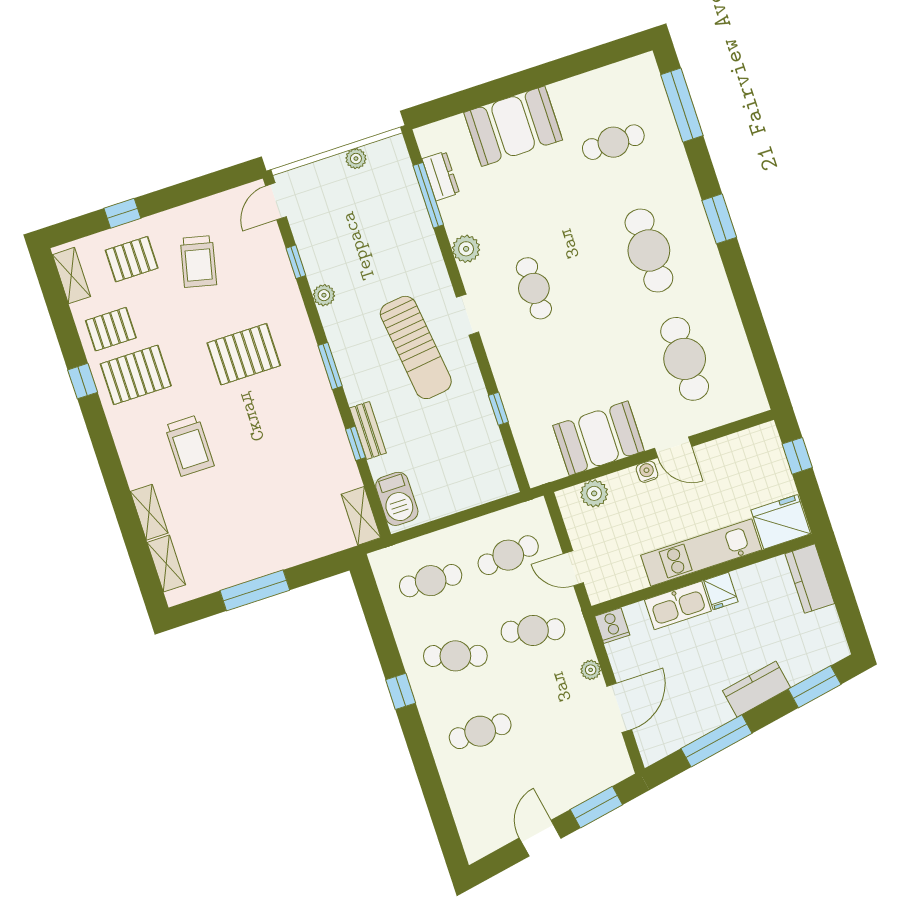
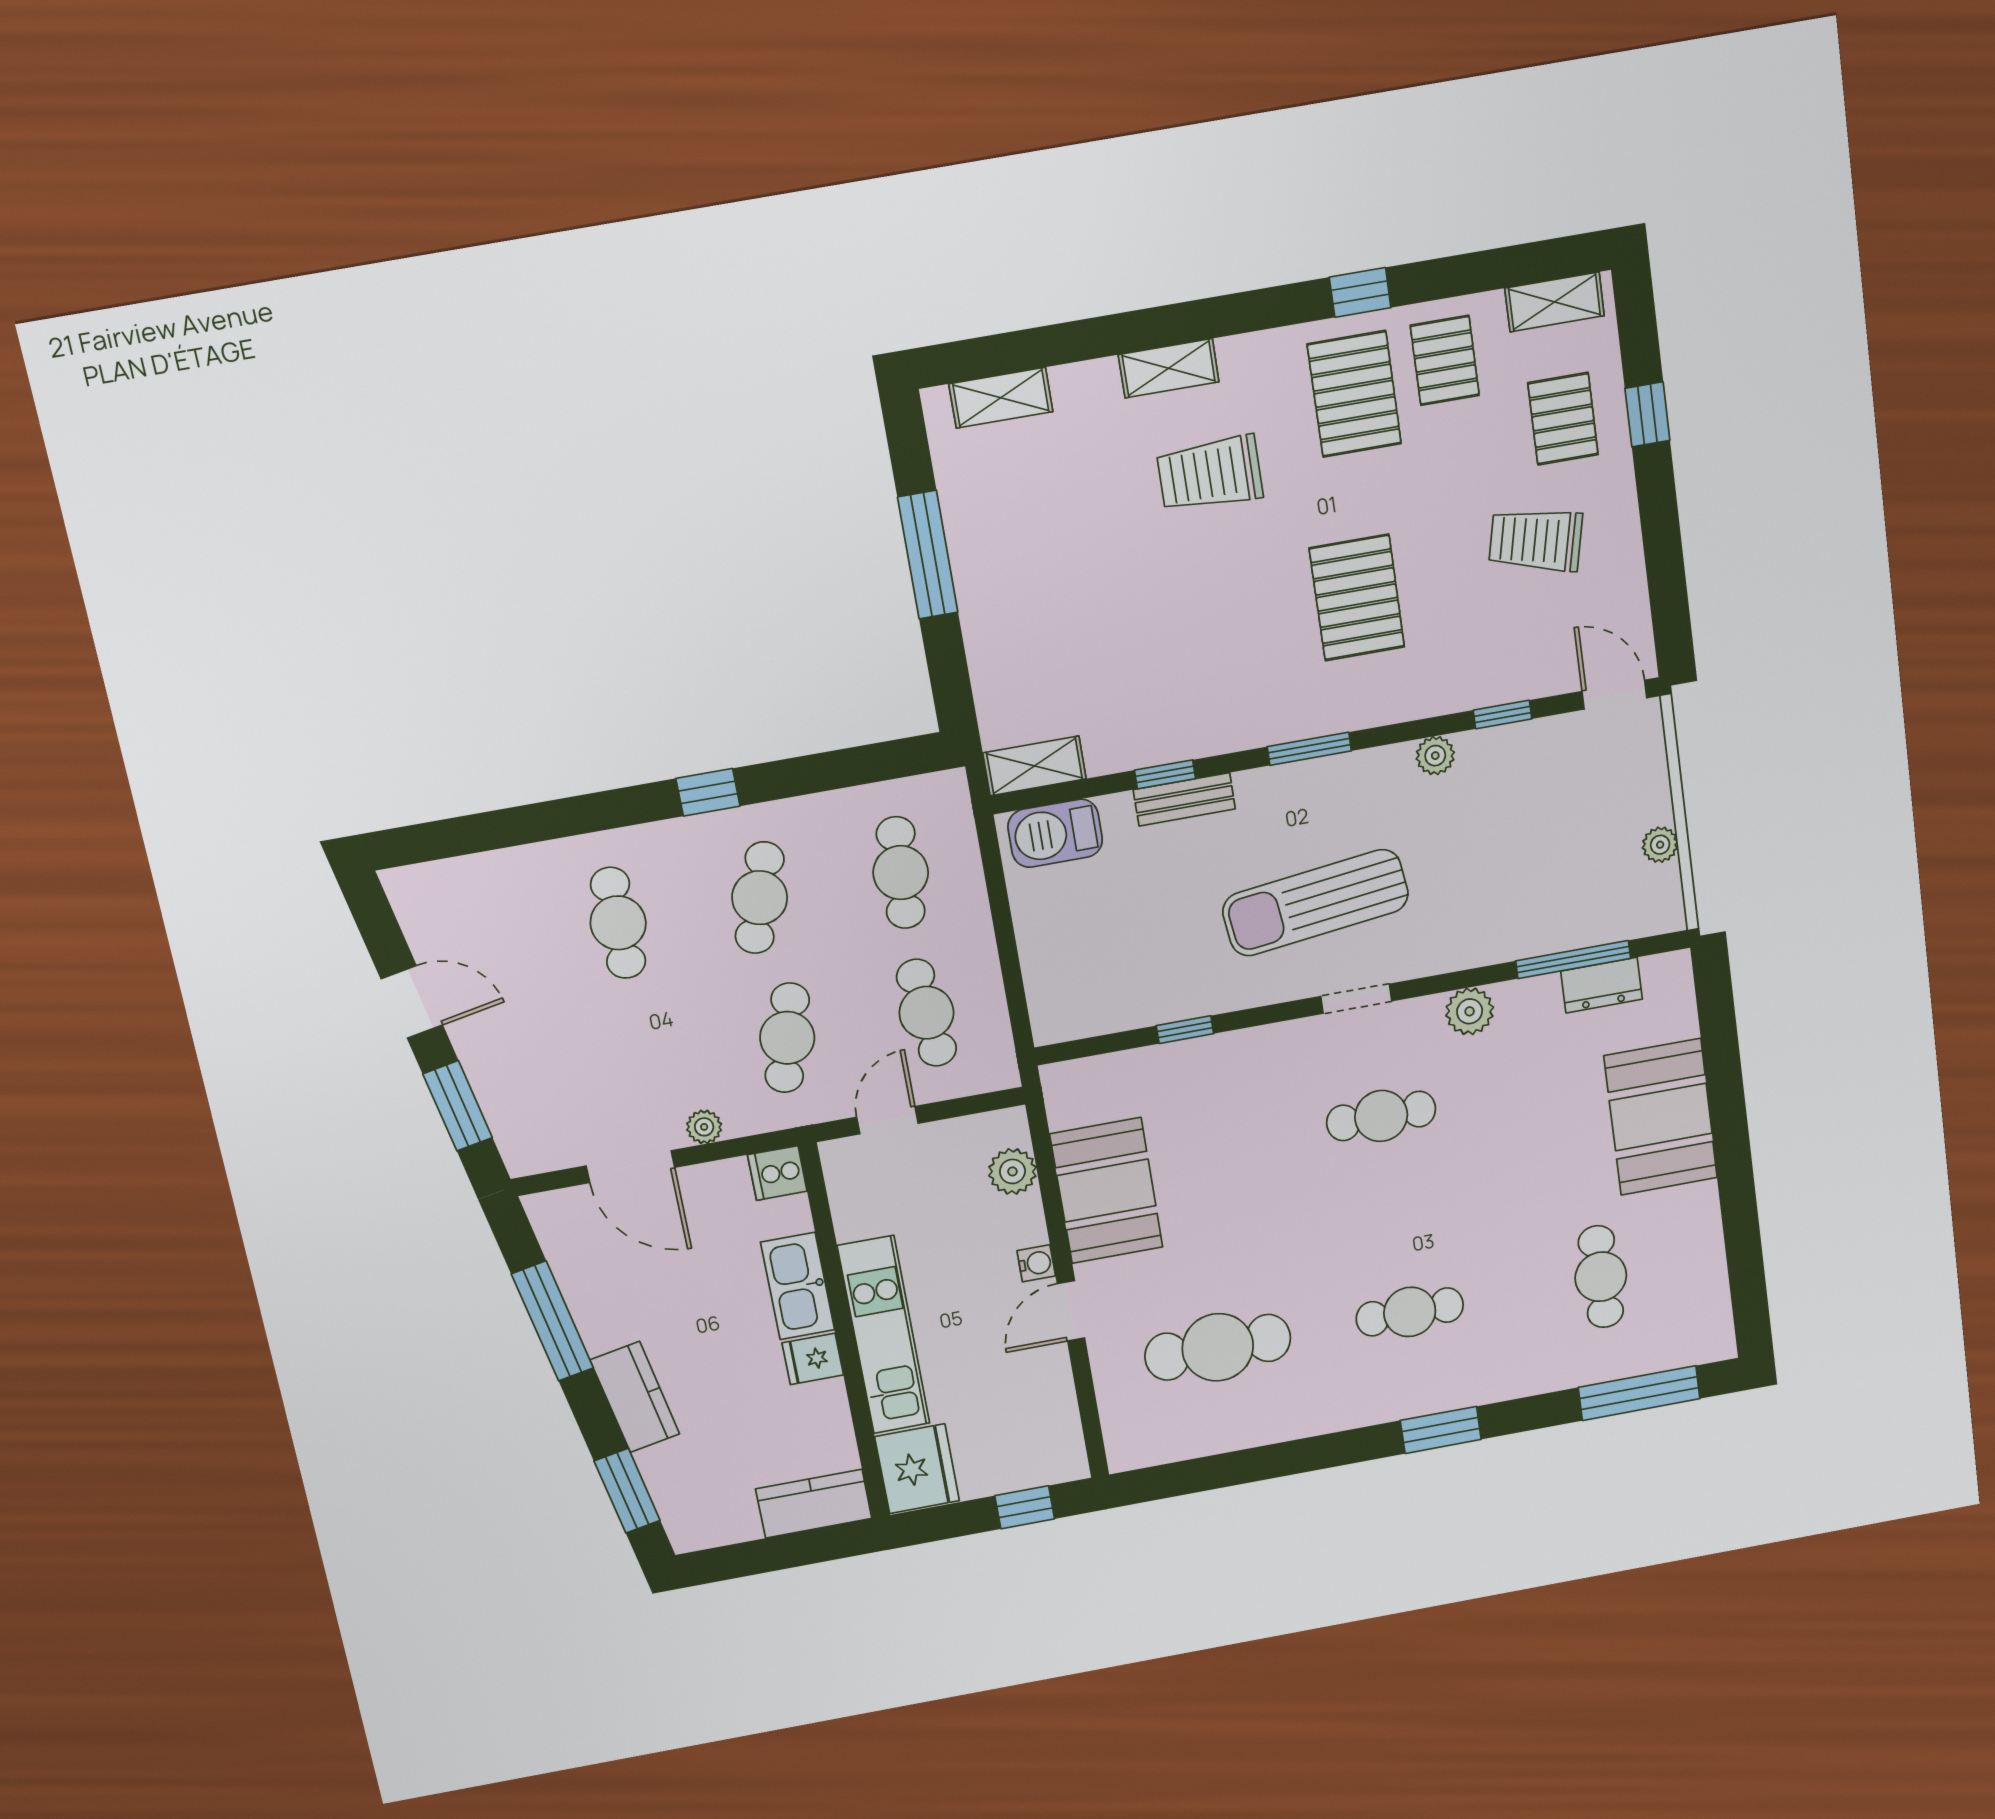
cafe table: (649, 251) -> (1410, 1312), width x0.73, depth x0.74
shelving: (149, 512) -> (1169, 368), moved

